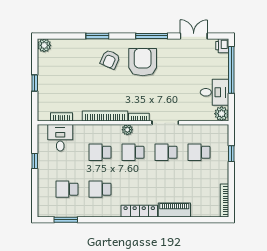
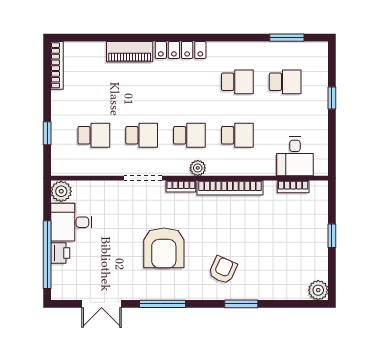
printer: (222, 46) -> (60, 253), moved
armchair: (143, 62) -> (164, 248), moved
window: (35, 161) -> (332, 98), moved

